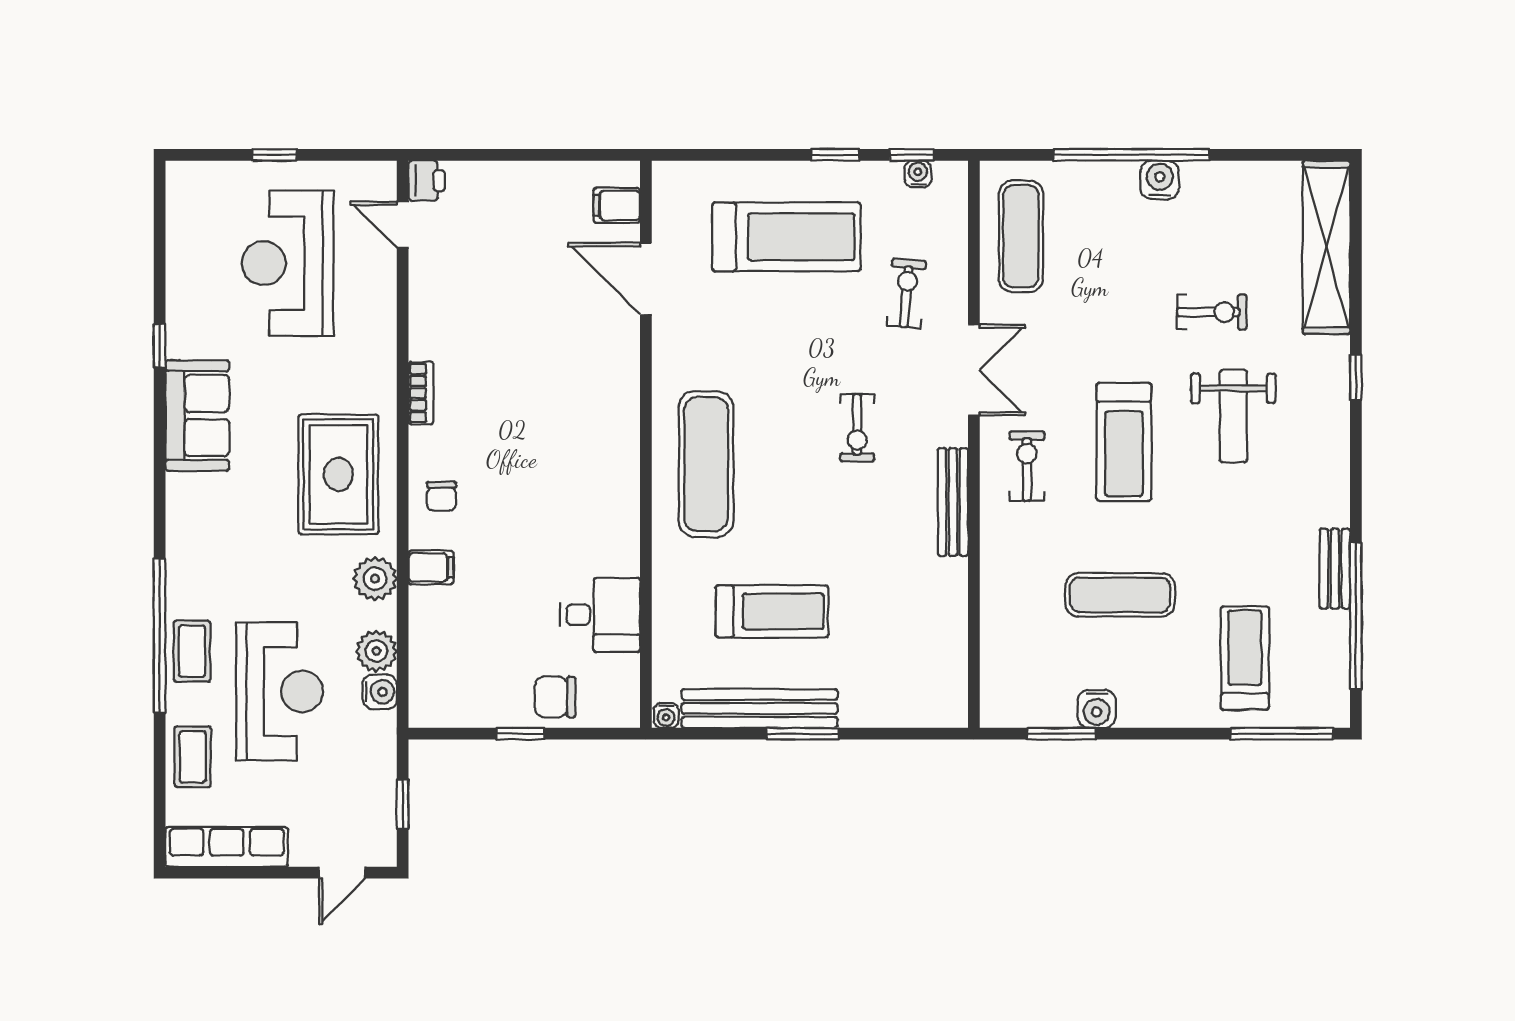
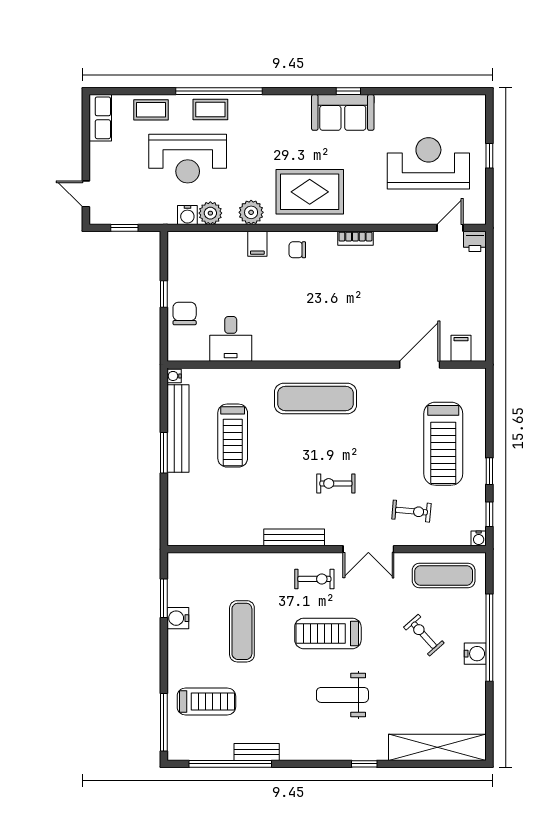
water cooler: (918, 174) -> (479, 538), moved, turned 90
exercise bike: (1212, 312) -> (424, 635), moved, turned 138
window: (160, 346) -> (348, 91), moved
row of seats: (227, 847) -> (100, 118), width x0.68

